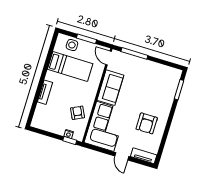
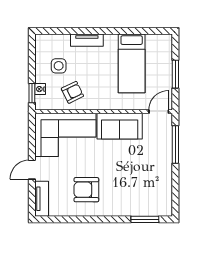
side table: (72, 45) -> (59, 66), moved

